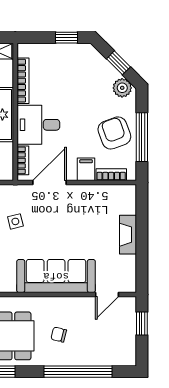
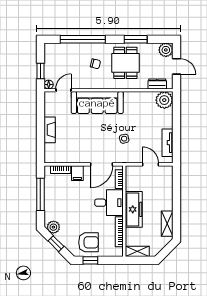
armchair: (114, 133) -> (88, 242), moved, turned -70
floor lamp: (129, 303) -> (49, 85), added

